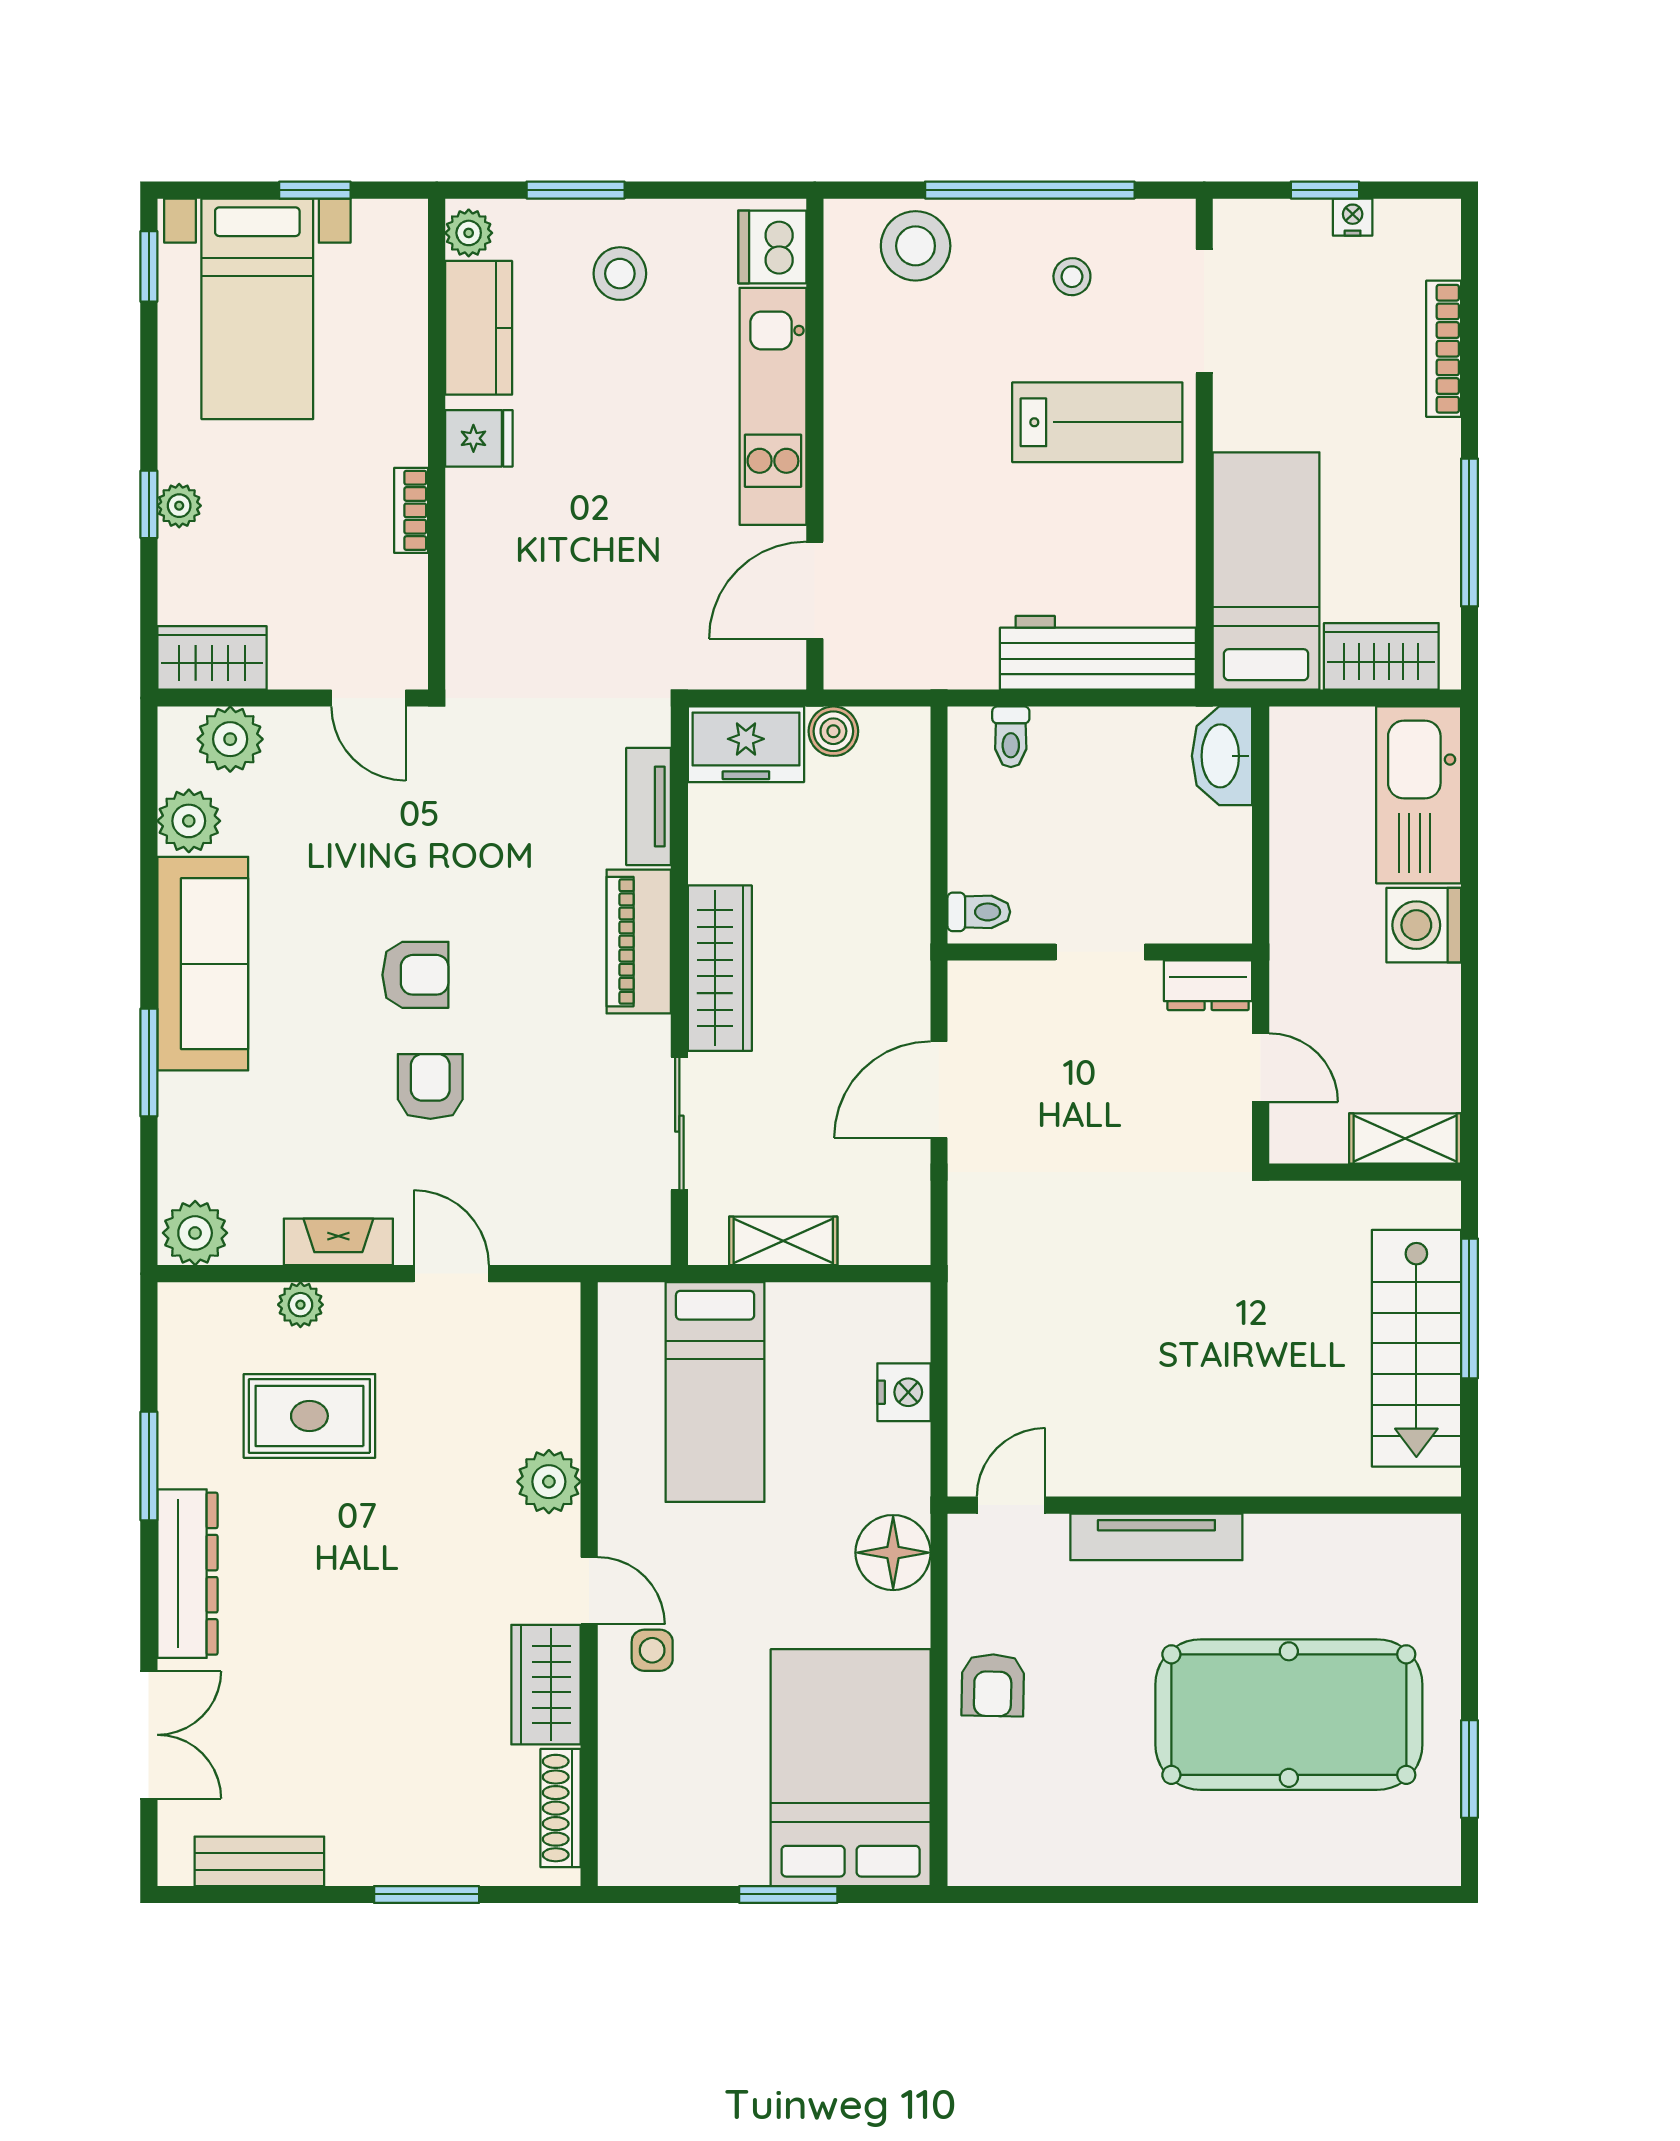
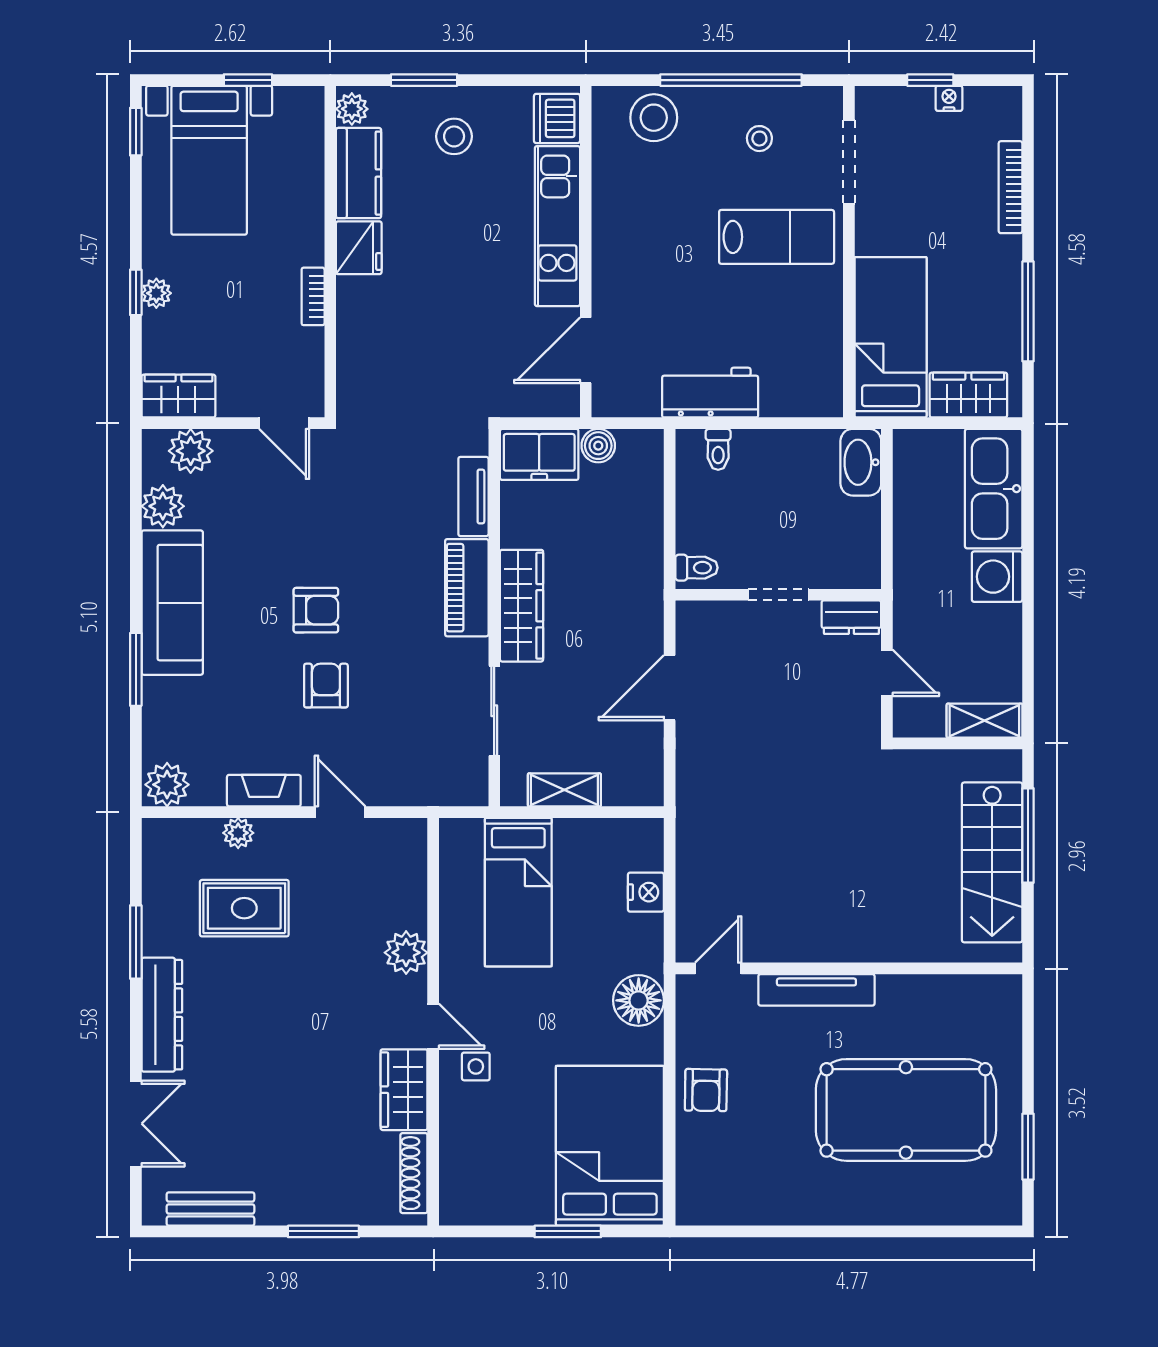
fridge: (479, 438) -> (359, 248), width x1.38
workbench: (1098, 653) -> (710, 393), moved, width x0.73

